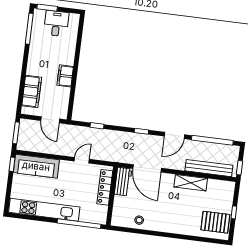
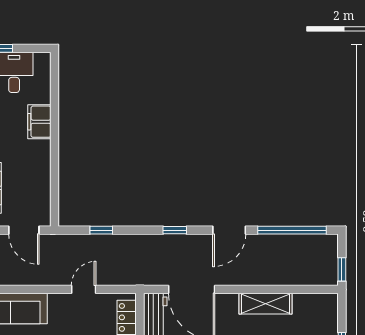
filing cabinet: (65, 76) -> (39, 122), moved
bench: (209, 168) -> (292, 276), removed

